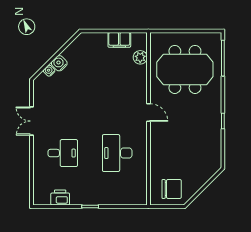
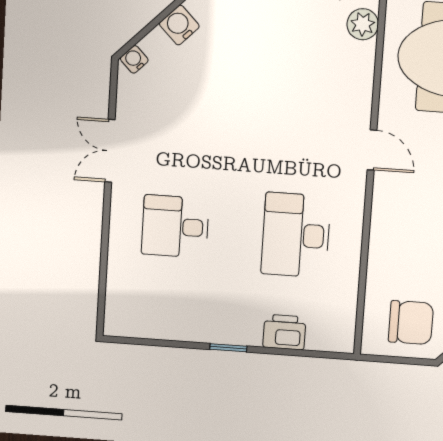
water cooler: (49, 71) -> (134, 59), moved
desk: (63, 153) -> (175, 226), turned 180
printer: (60, 197) -> (284, 332), moved

